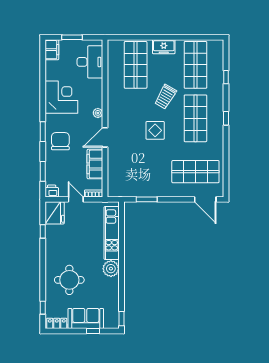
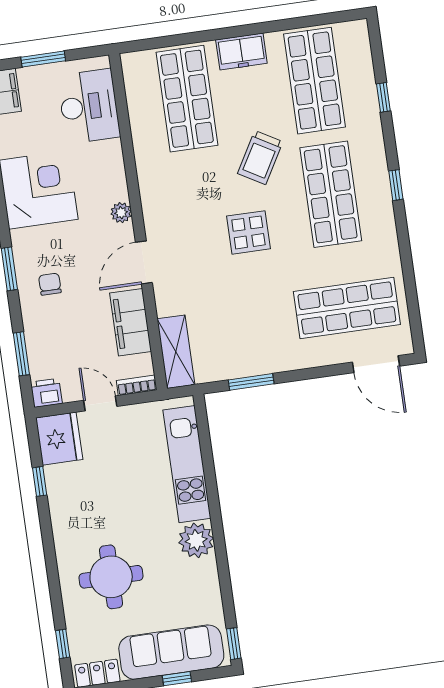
chair: (60, 141) -> (50, 284), width x0.54, depth x0.54
shelving: (114, 181) -> (176, 352), added
sofa: (86, 318) -> (171, 652), width x1.36

